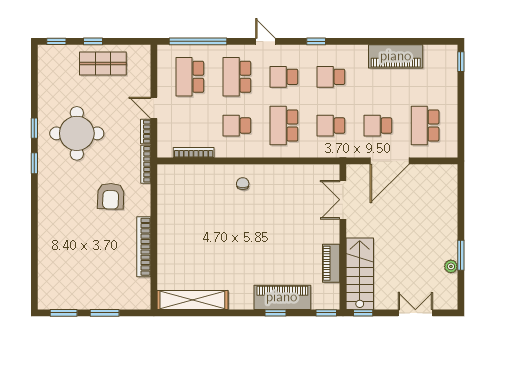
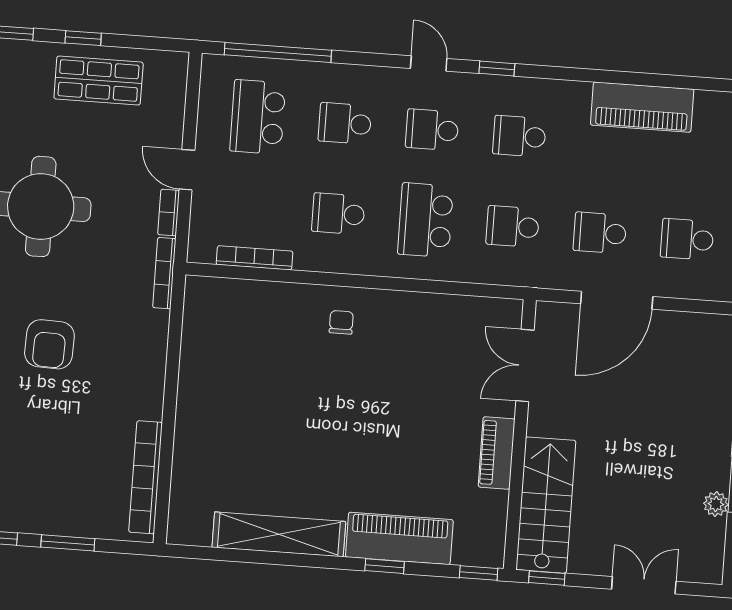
door: (265, 41) -> (429, 64), moved
school desk: (237, 77) -> (345, 123), width x0.54
school desk: (425, 126) -> (687, 239), width x0.54
armchair: (111, 196) -> (49, 344), moved
bookcase: (144, 247) -> (146, 477), moved
piano: (331, 263) -> (497, 453), moved
shelving: (192, 300) -> (279, 534), moved

